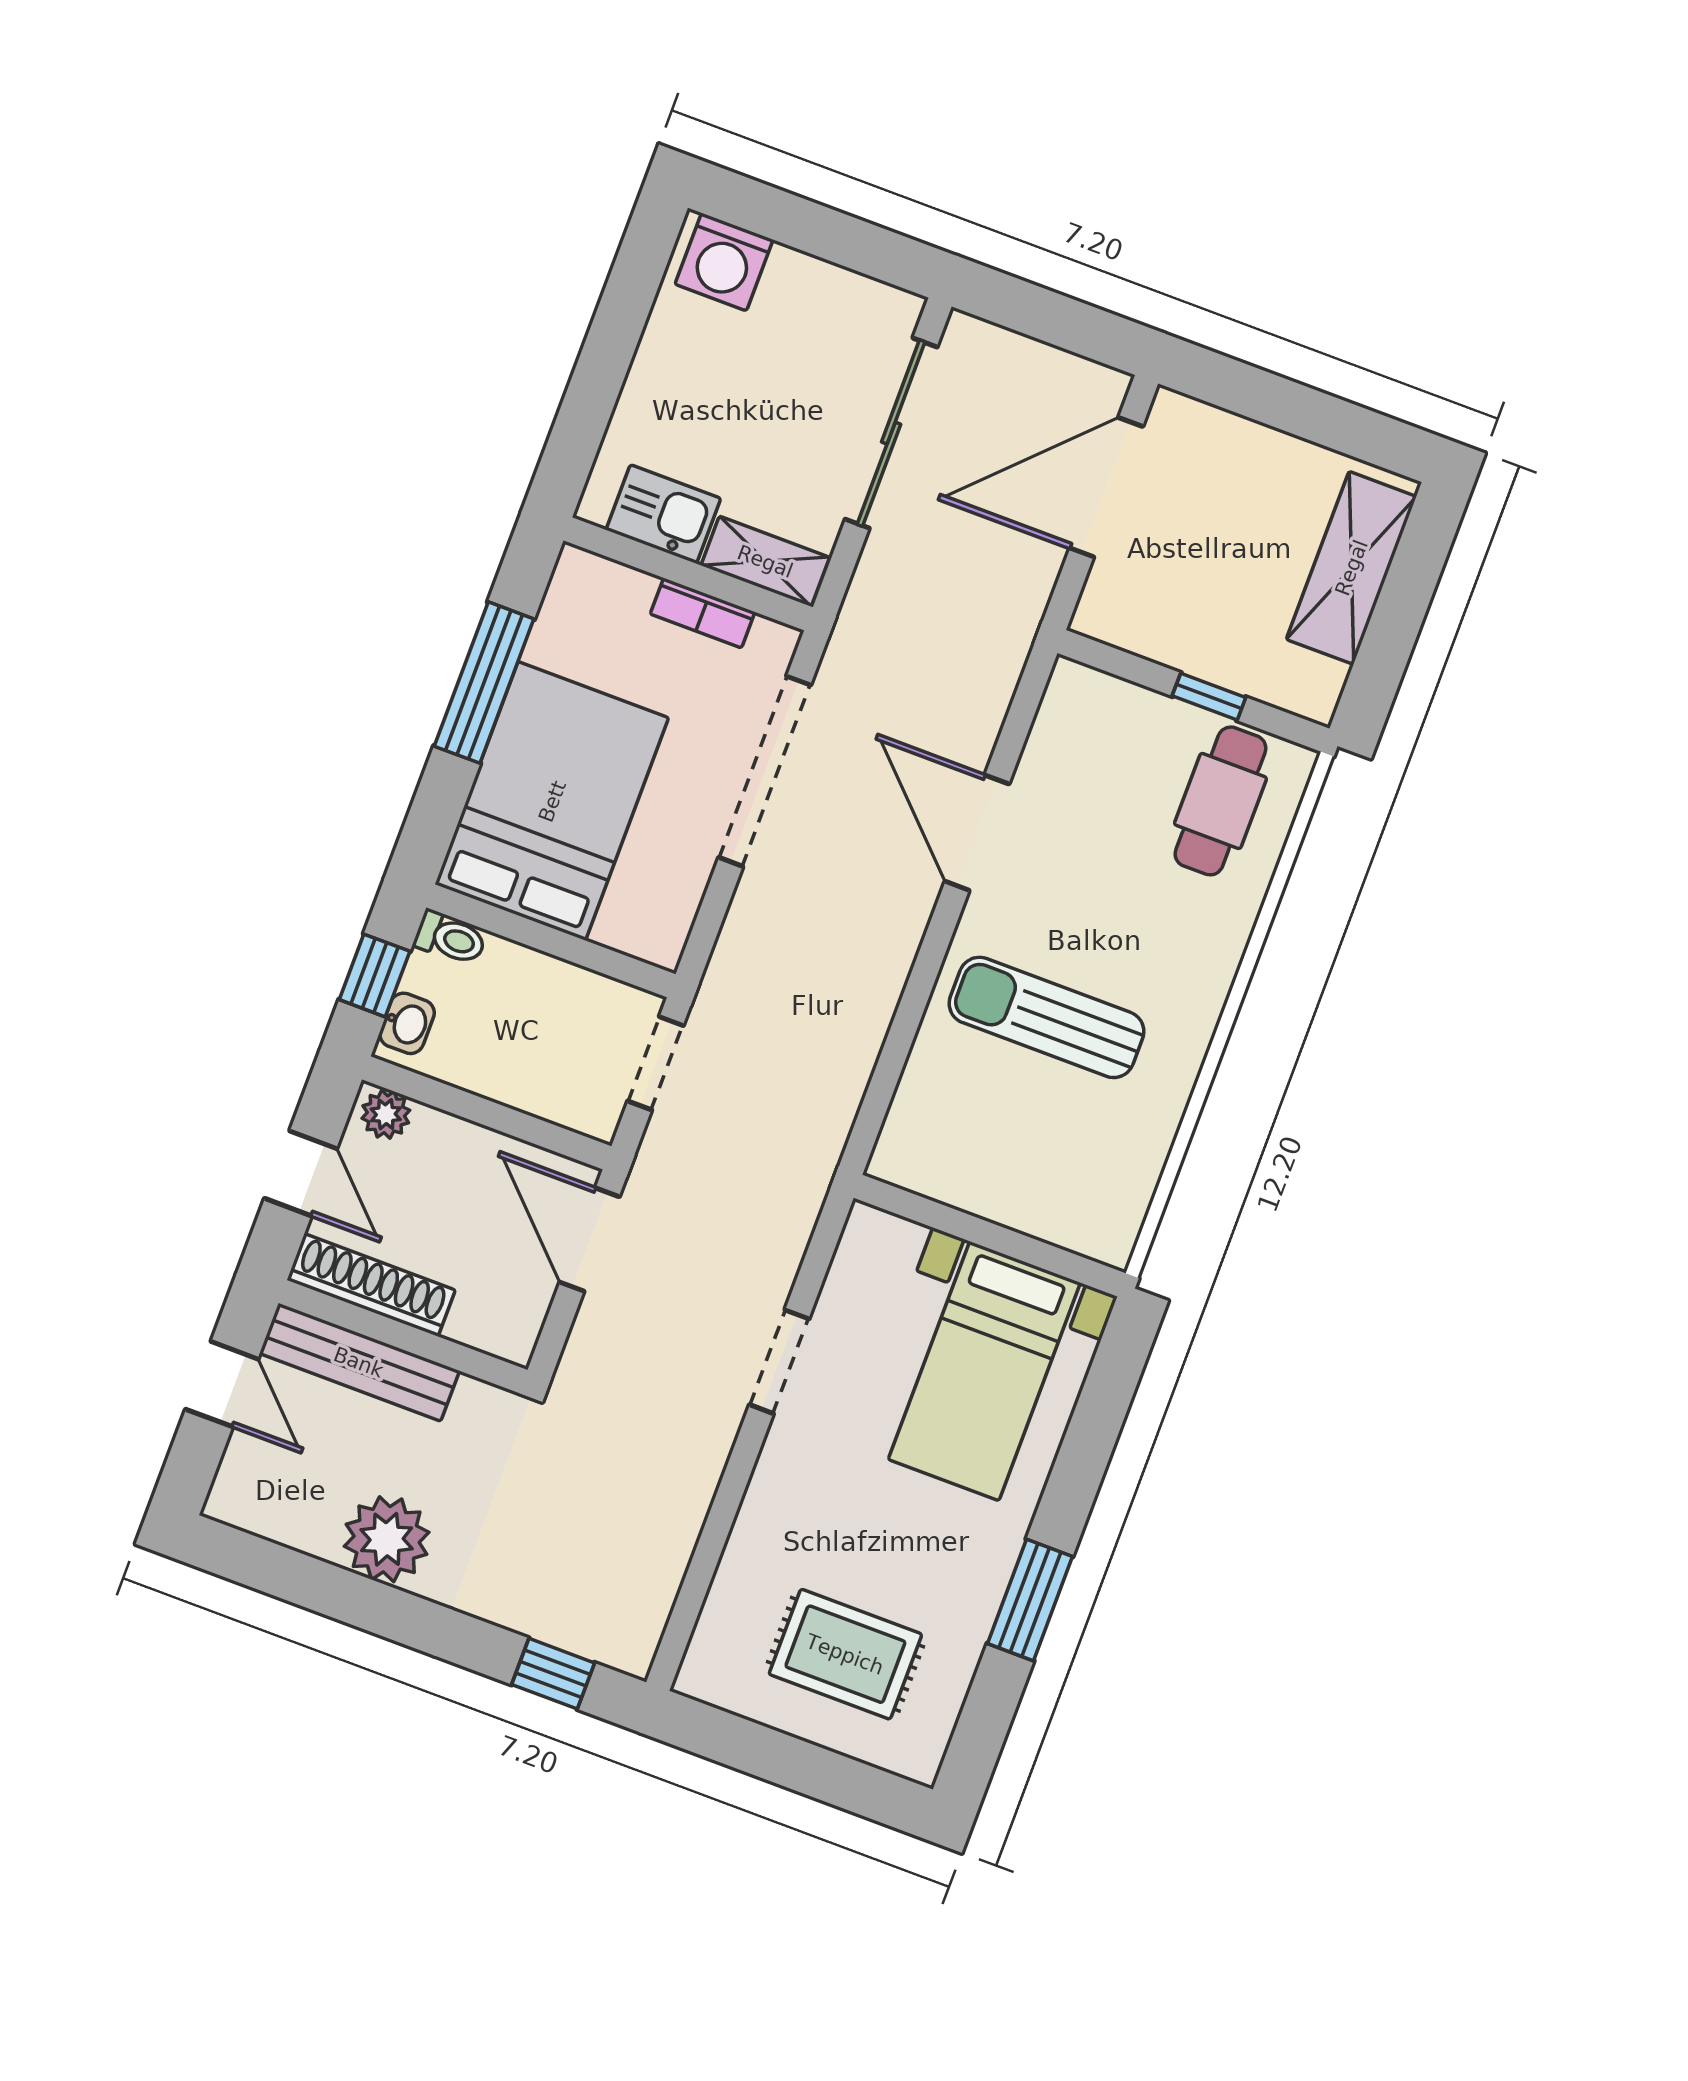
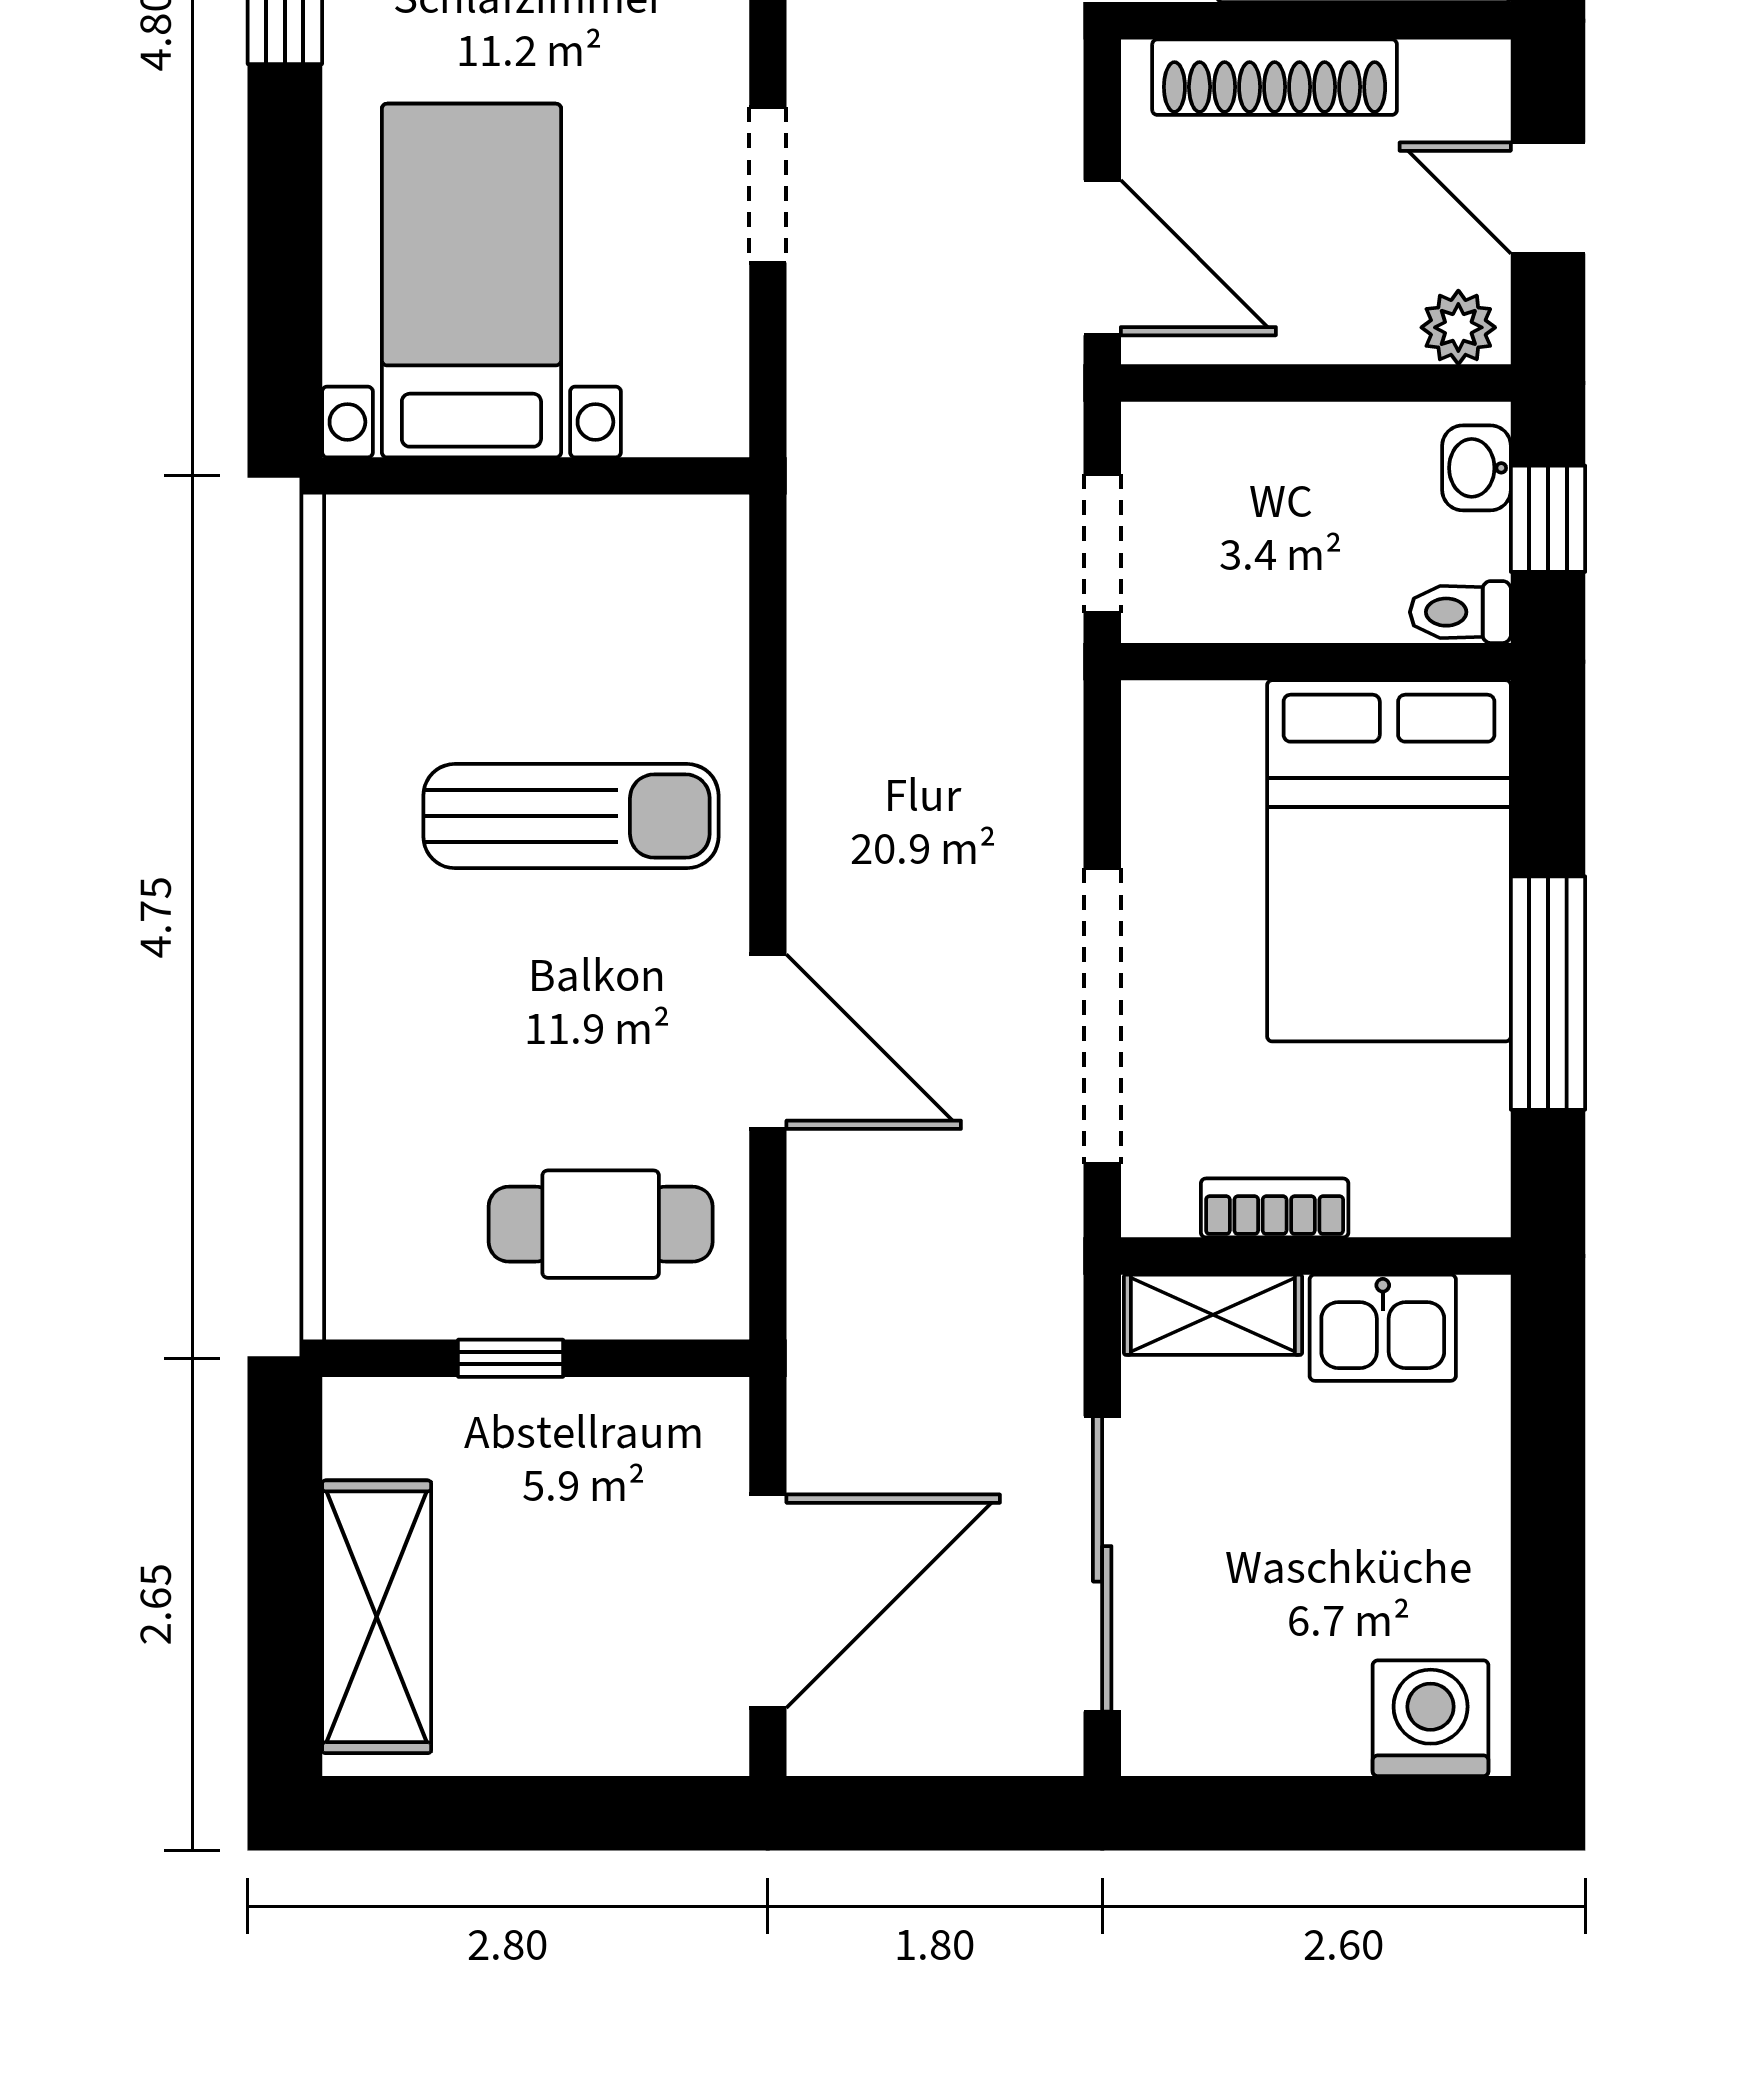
cafe table: (1220, 801) -> (601, 1224), moved, turned 90
shoe rack: (371, 1285) -> (1275, 77), moved

